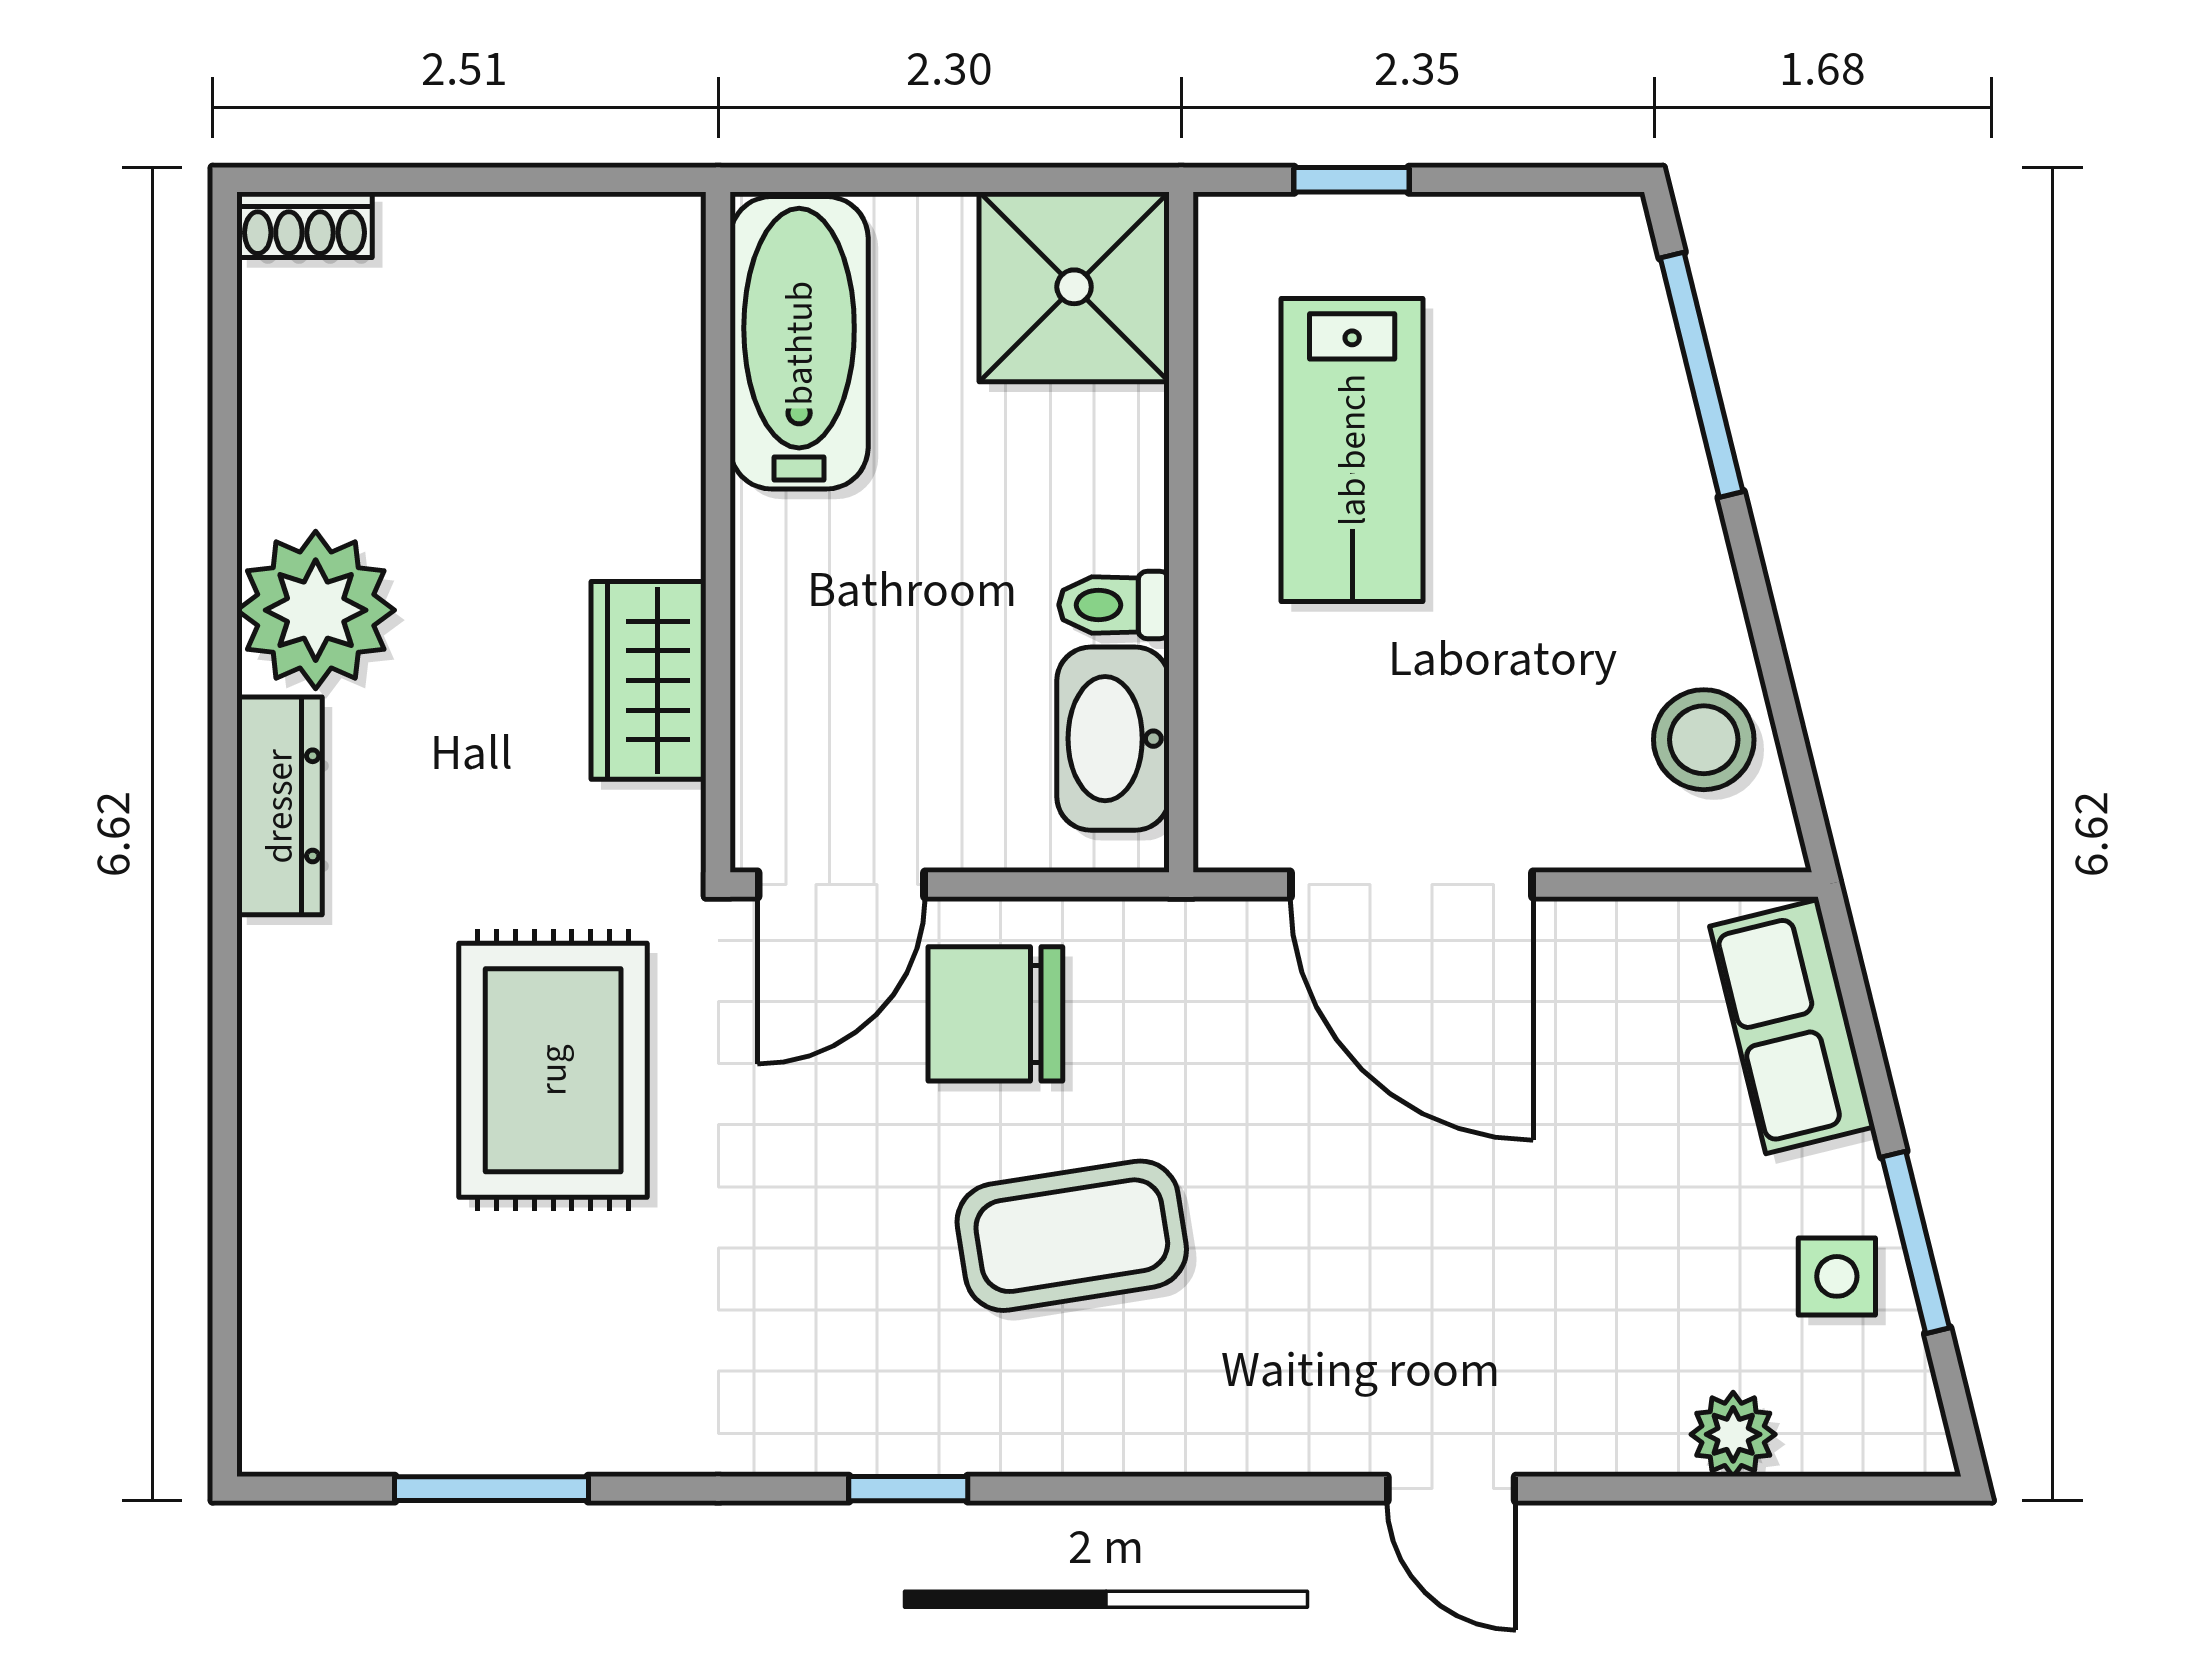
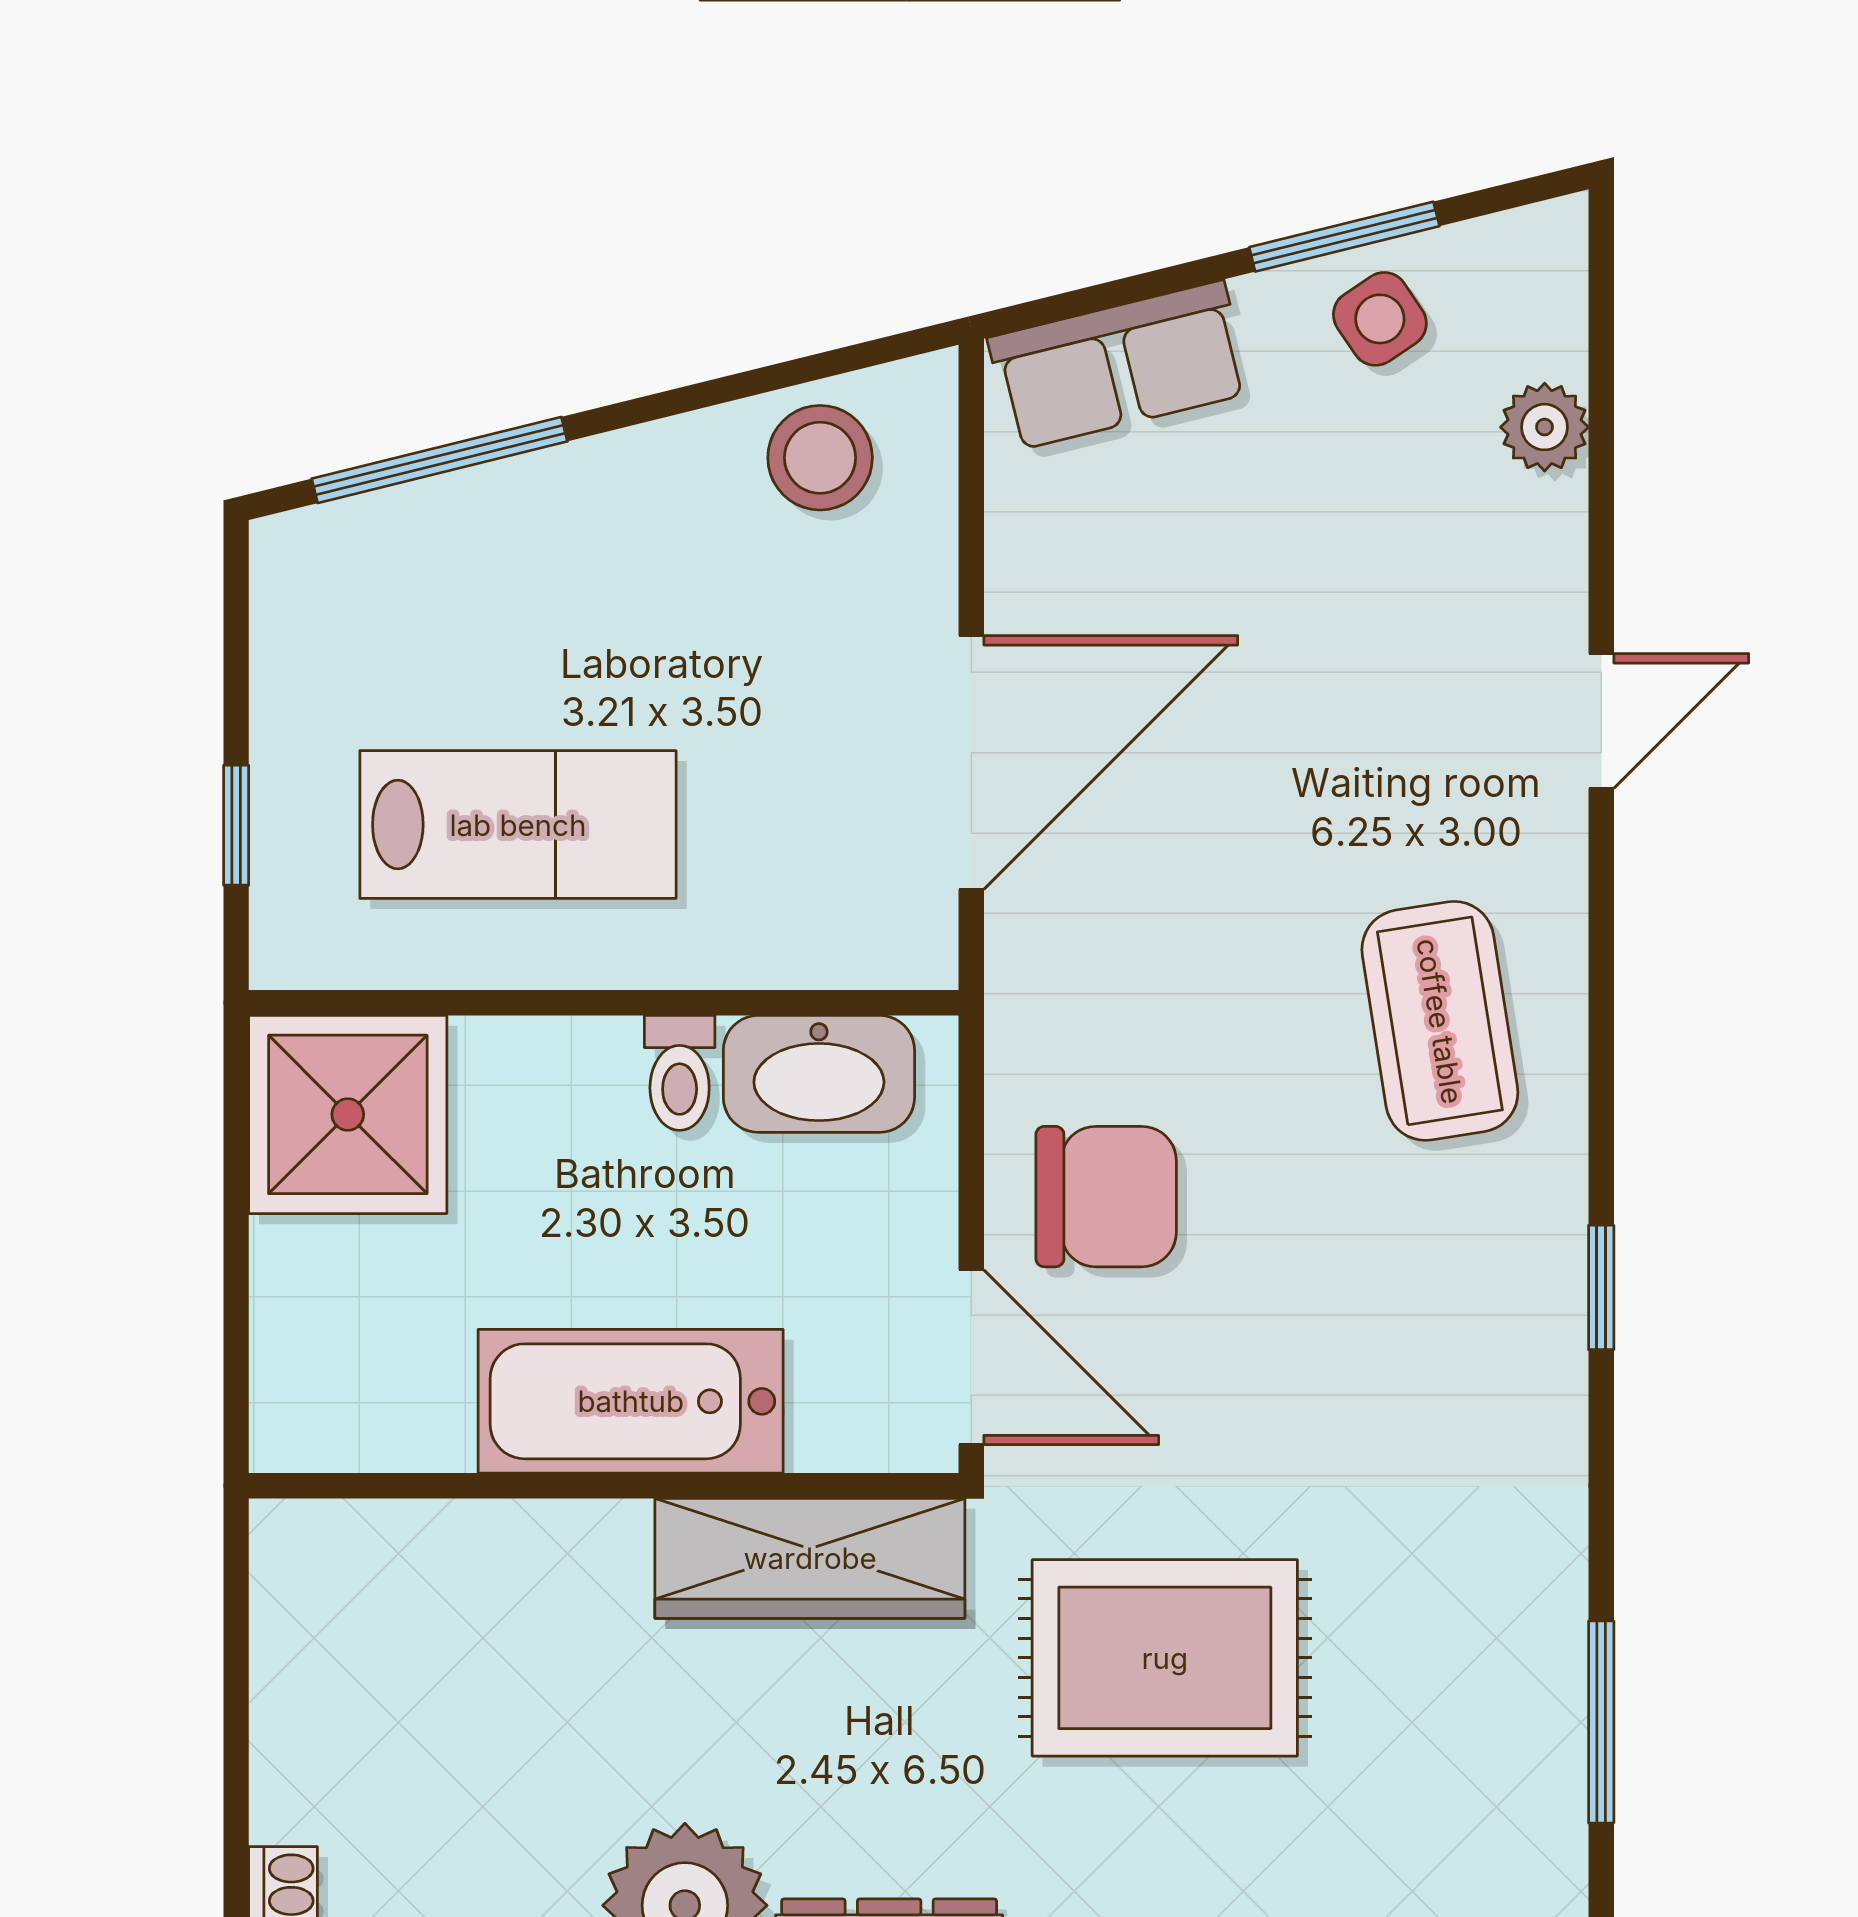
bathtub: (799, 343) -> (631, 1401), moved
wardrobe: (648, 680) -> (810, 1558), width x1.50
chair: (995, 1014) -> (1106, 1197), turned -90
coffee table: (1072, 1236) -> (1440, 1021), moved
side table: (1837, 1276) -> (1380, 319), turned -34

